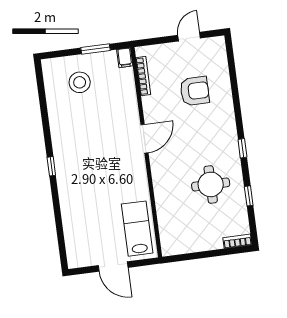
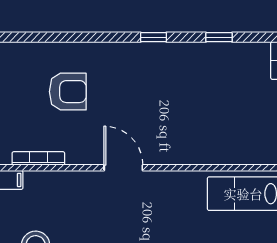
armchair: (195, 91) -> (68, 92), turned 90
round table: (211, 184) -> (197, 87), removed

